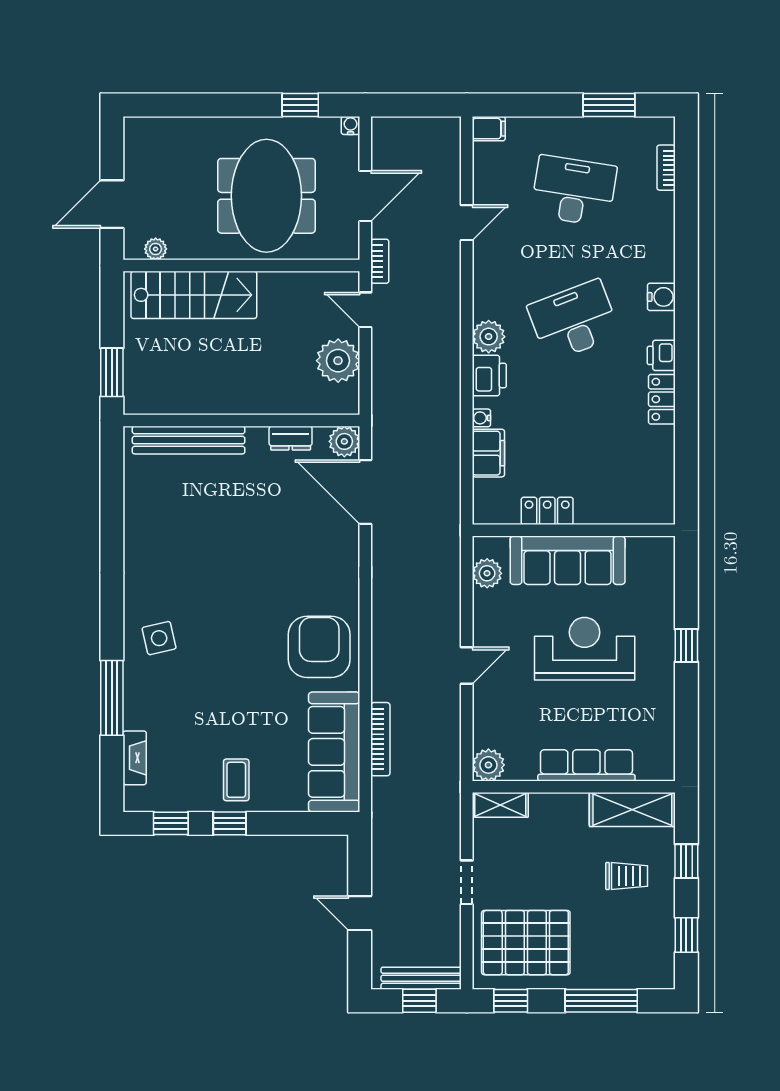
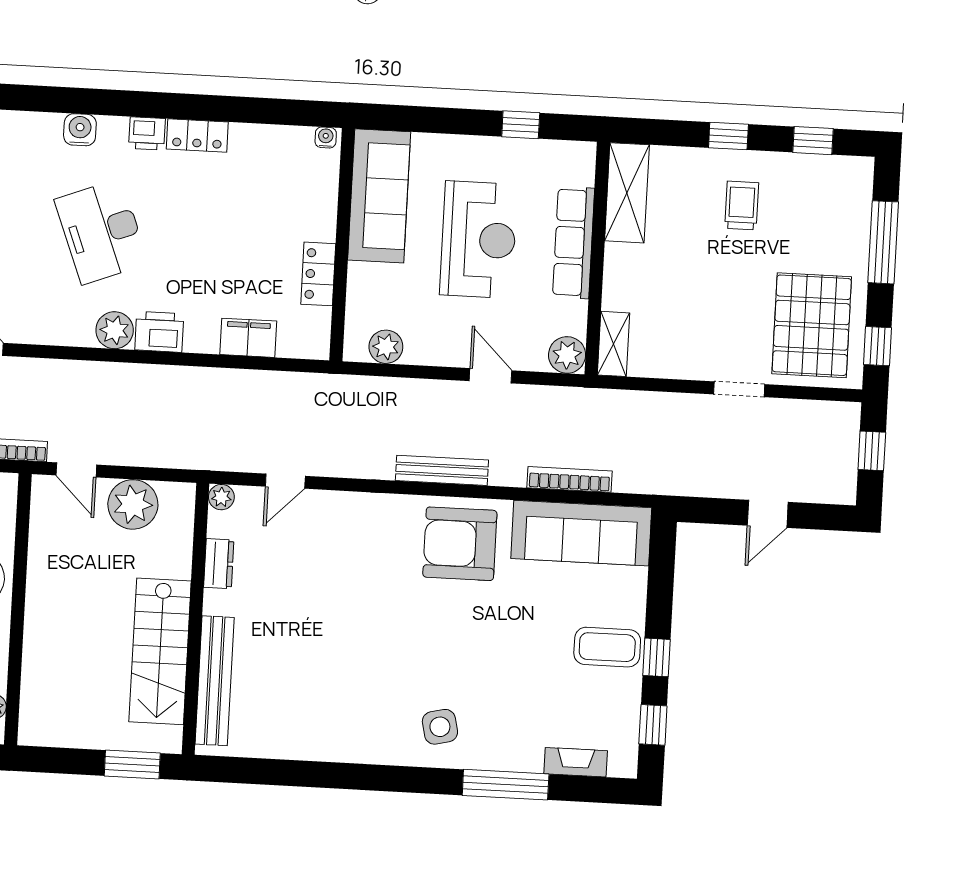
stairs: (194, 295) -> (160, 651), moved, turned 180
door: (365, 310) -> (76, 470), hinge flipped
water cooler: (481, 418) -> (326, 137), moved, turned 180
plant: (344, 441) -> (221, 497), width x0.73, depth x0.73
door: (365, 492) -> (285, 481), width x0.53
sofa: (568, 560) -> (379, 196), moved
window: (686, 645) -> (521, 125), moved
reception desk: (585, 649) -> (478, 240), turned 180
plant: (488, 765) -> (567, 355), moved
row of seats: (586, 765) -> (574, 243), moved
coffee table: (236, 780) -> (607, 647), width x1.36, depth x1.30
wall: (574, 787) -> (597, 258), moved
shelving: (500, 805) -> (613, 344), moved
shelving: (632, 809) -> (627, 193), moved
bench: (421, 978) -> (442, 470), moved, turned 90

